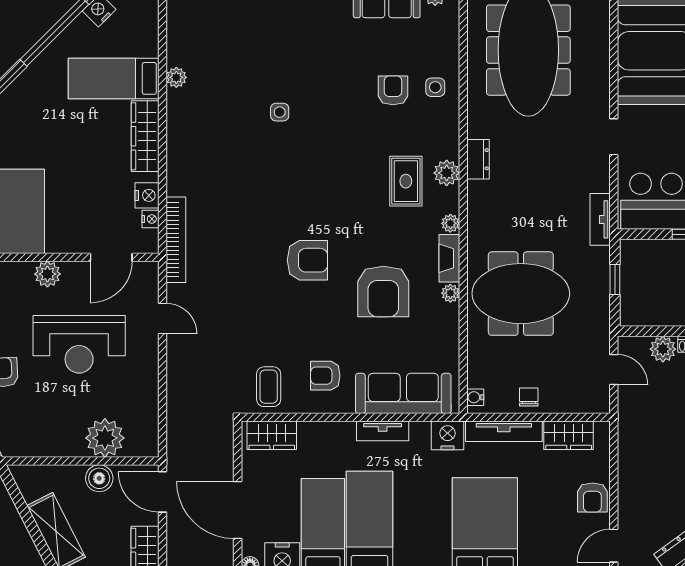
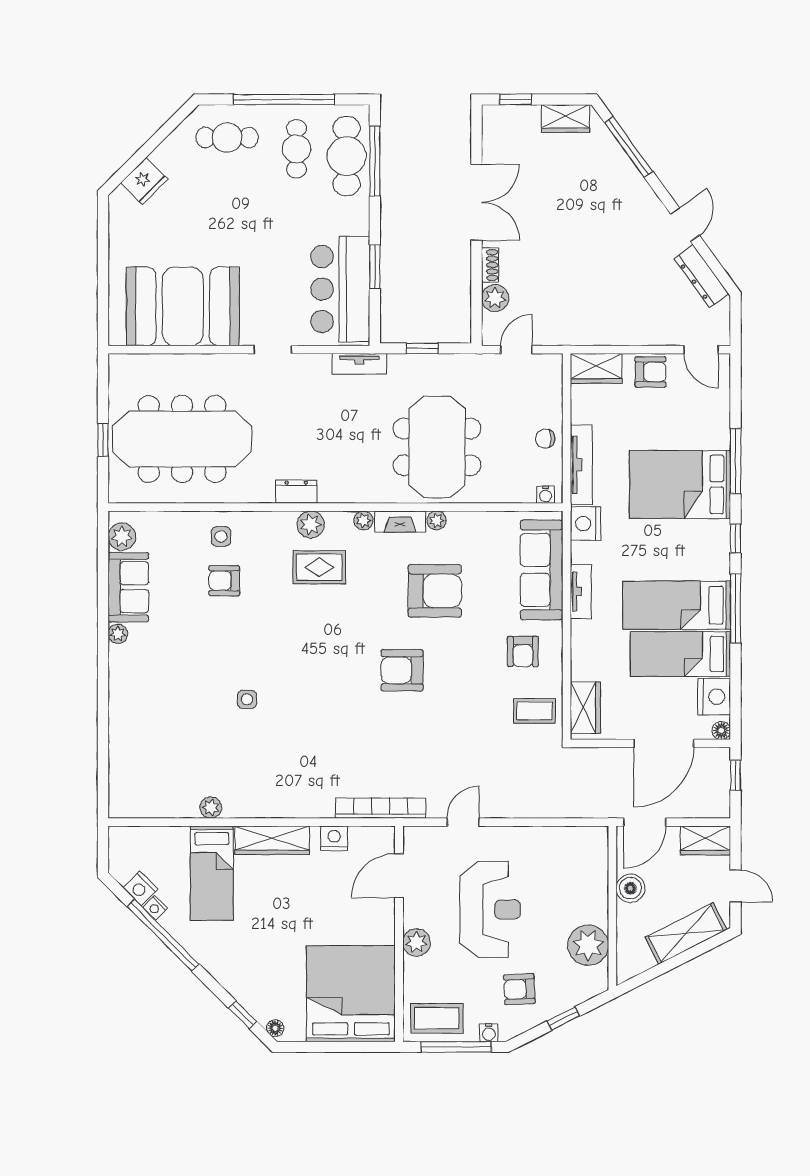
nightstand: (150, 219) -> (155, 908), moved, turned -135
door: (111, 257) -> (399, 876), swing flipped
armchair: (307, 260) -> (402, 670), turned -90
wardrobe: (569, 435) -> (596, 368), moved, turned 90
plant: (105, 438) -> (588, 945), moved

